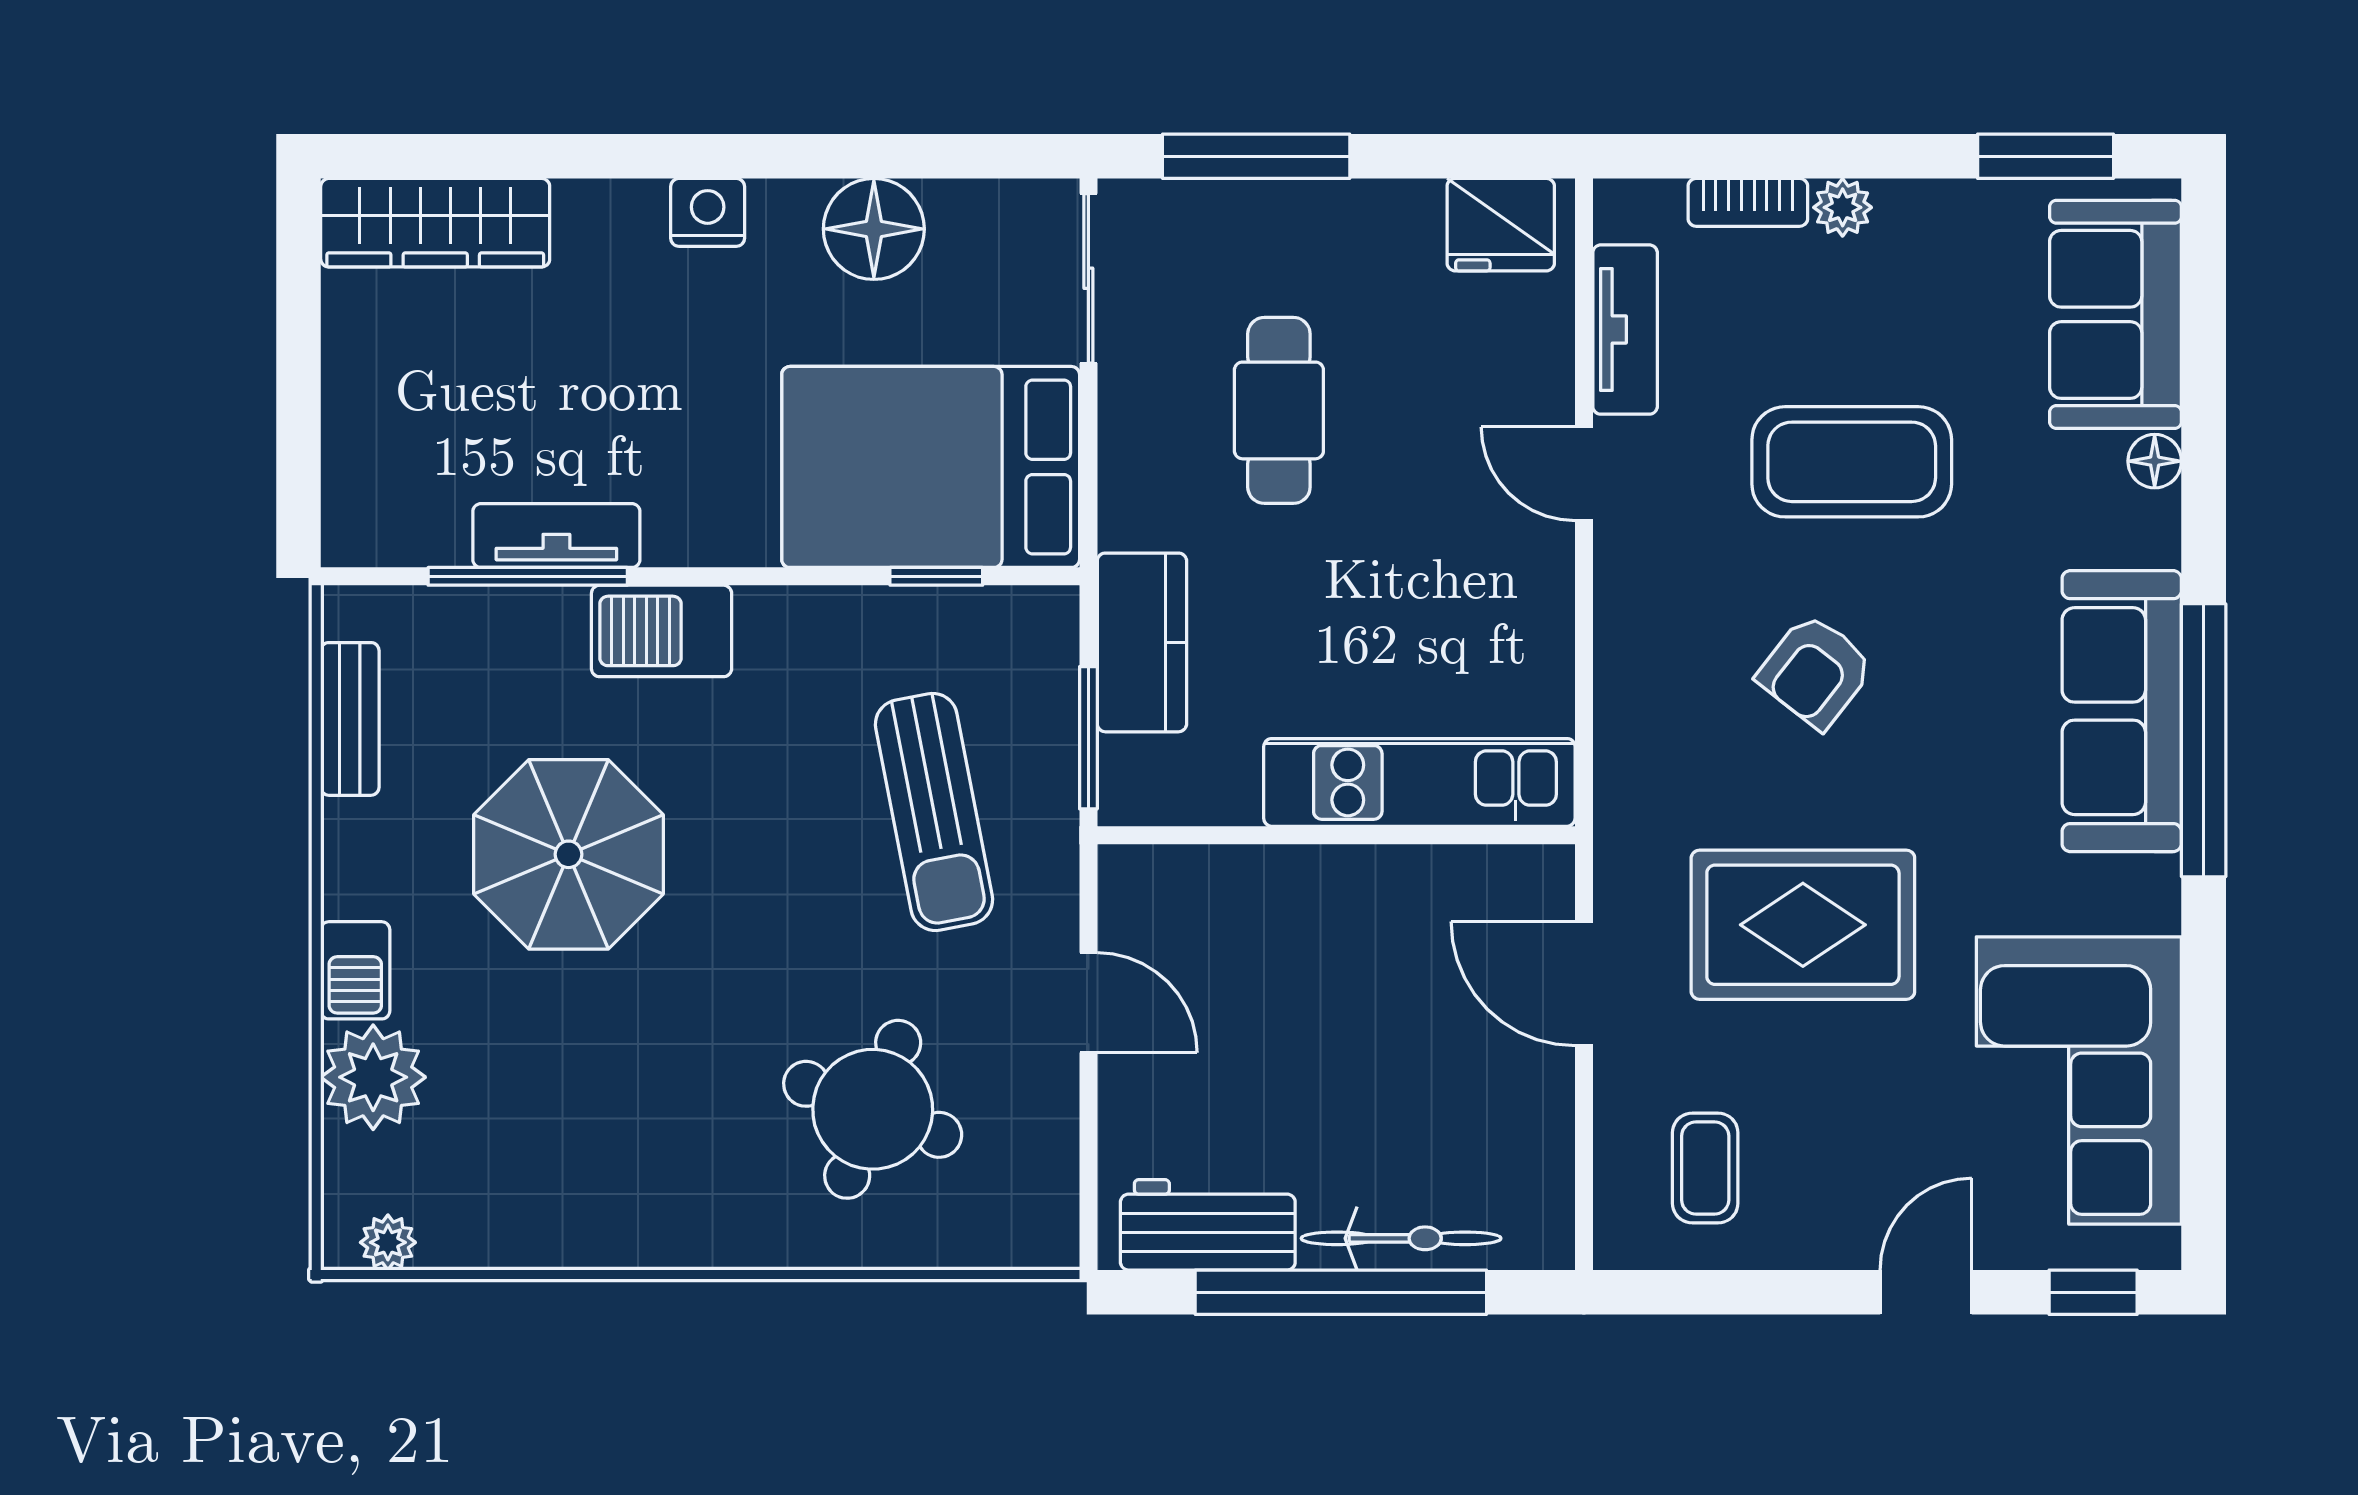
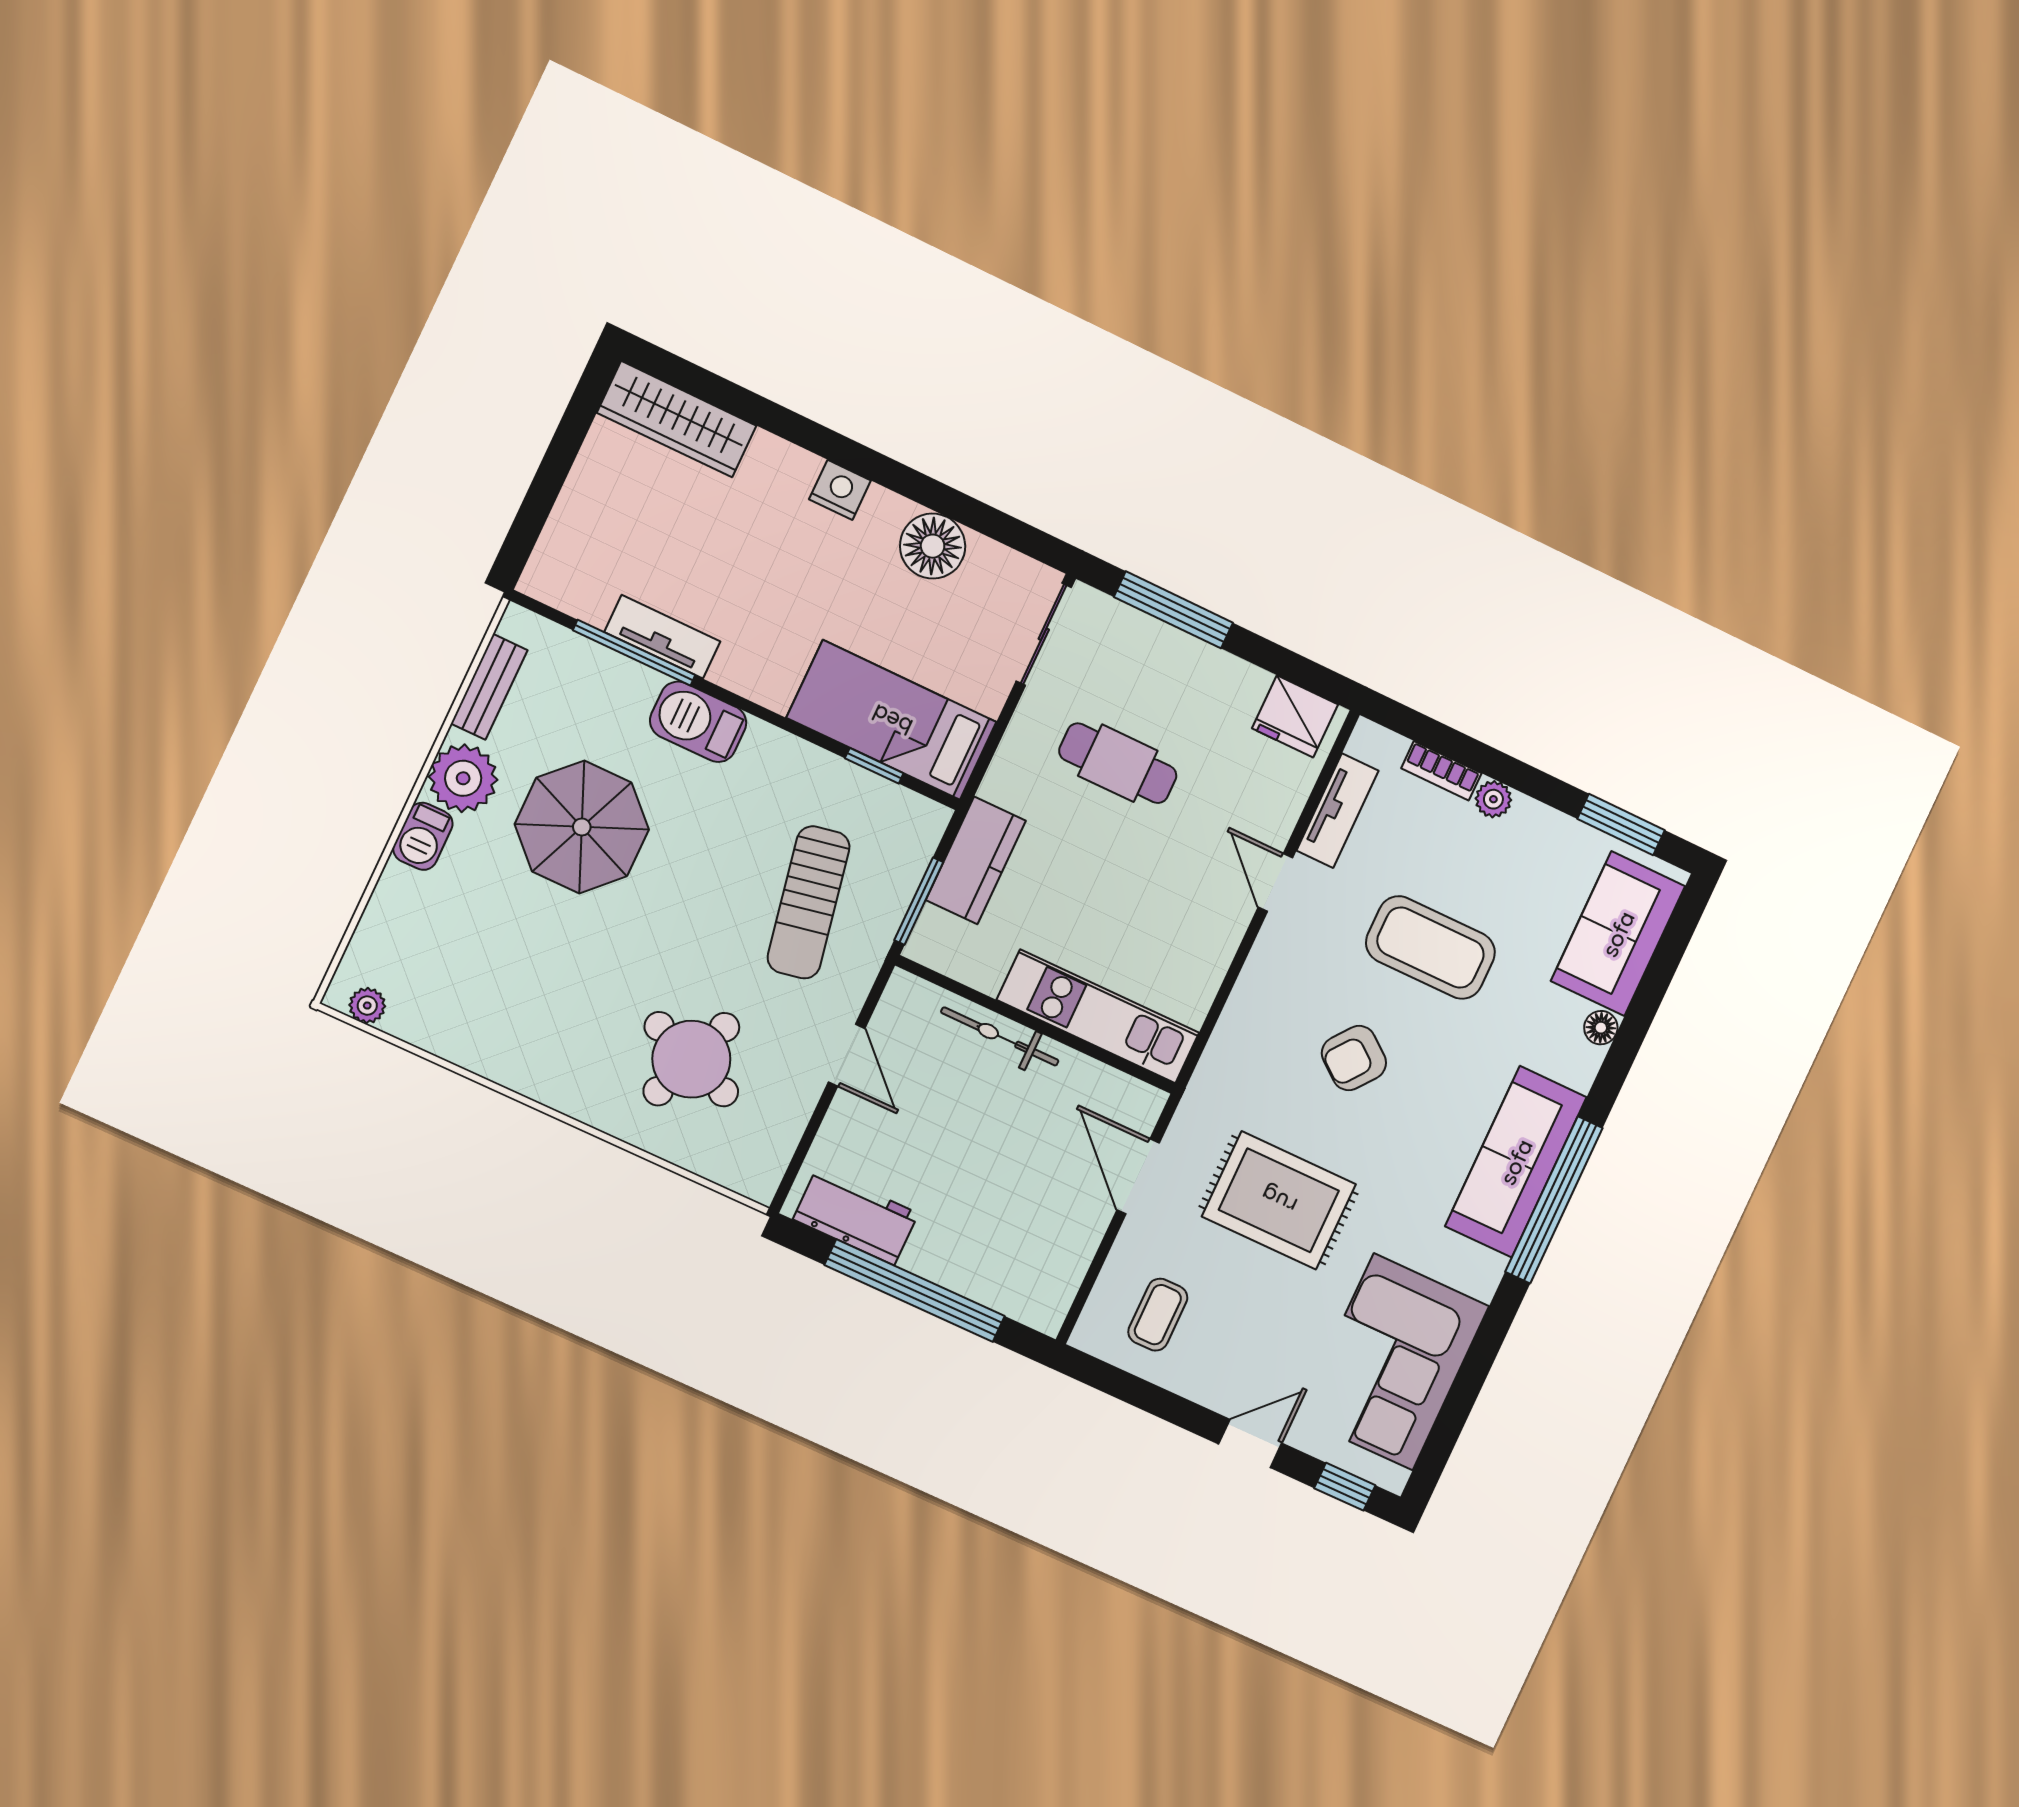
cafe table: (1279, 410) -> (1118, 763), turned 90
bed: (931, 467) -> (892, 720), width x0.67
plant: (373, 1077) -> (463, 778), moved
bicycle: (1401, 1238) -> (1000, 1036), moved, turned 180

